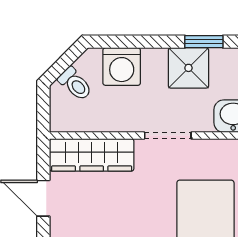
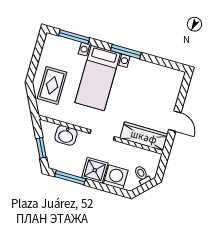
window: (204, 42) -> (70, 178), width x1.50
shower: (188, 68) -> (95, 170), moved

